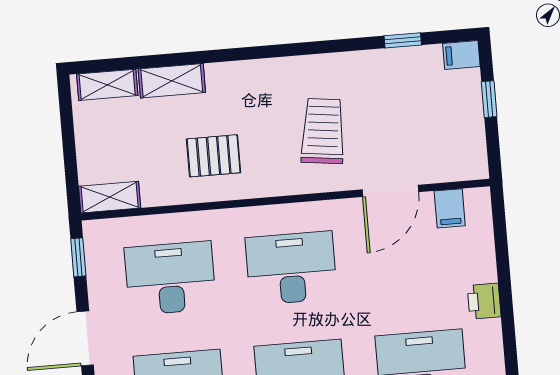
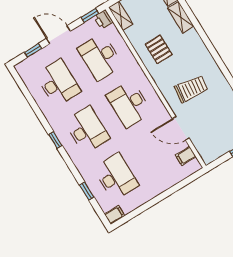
desk: (291, 268) -> (129, 104), turned 180
desk: (170, 278) -> (100, 57), turned 180
printer: (484, 301) -> (103, 19), moved, turned -90

